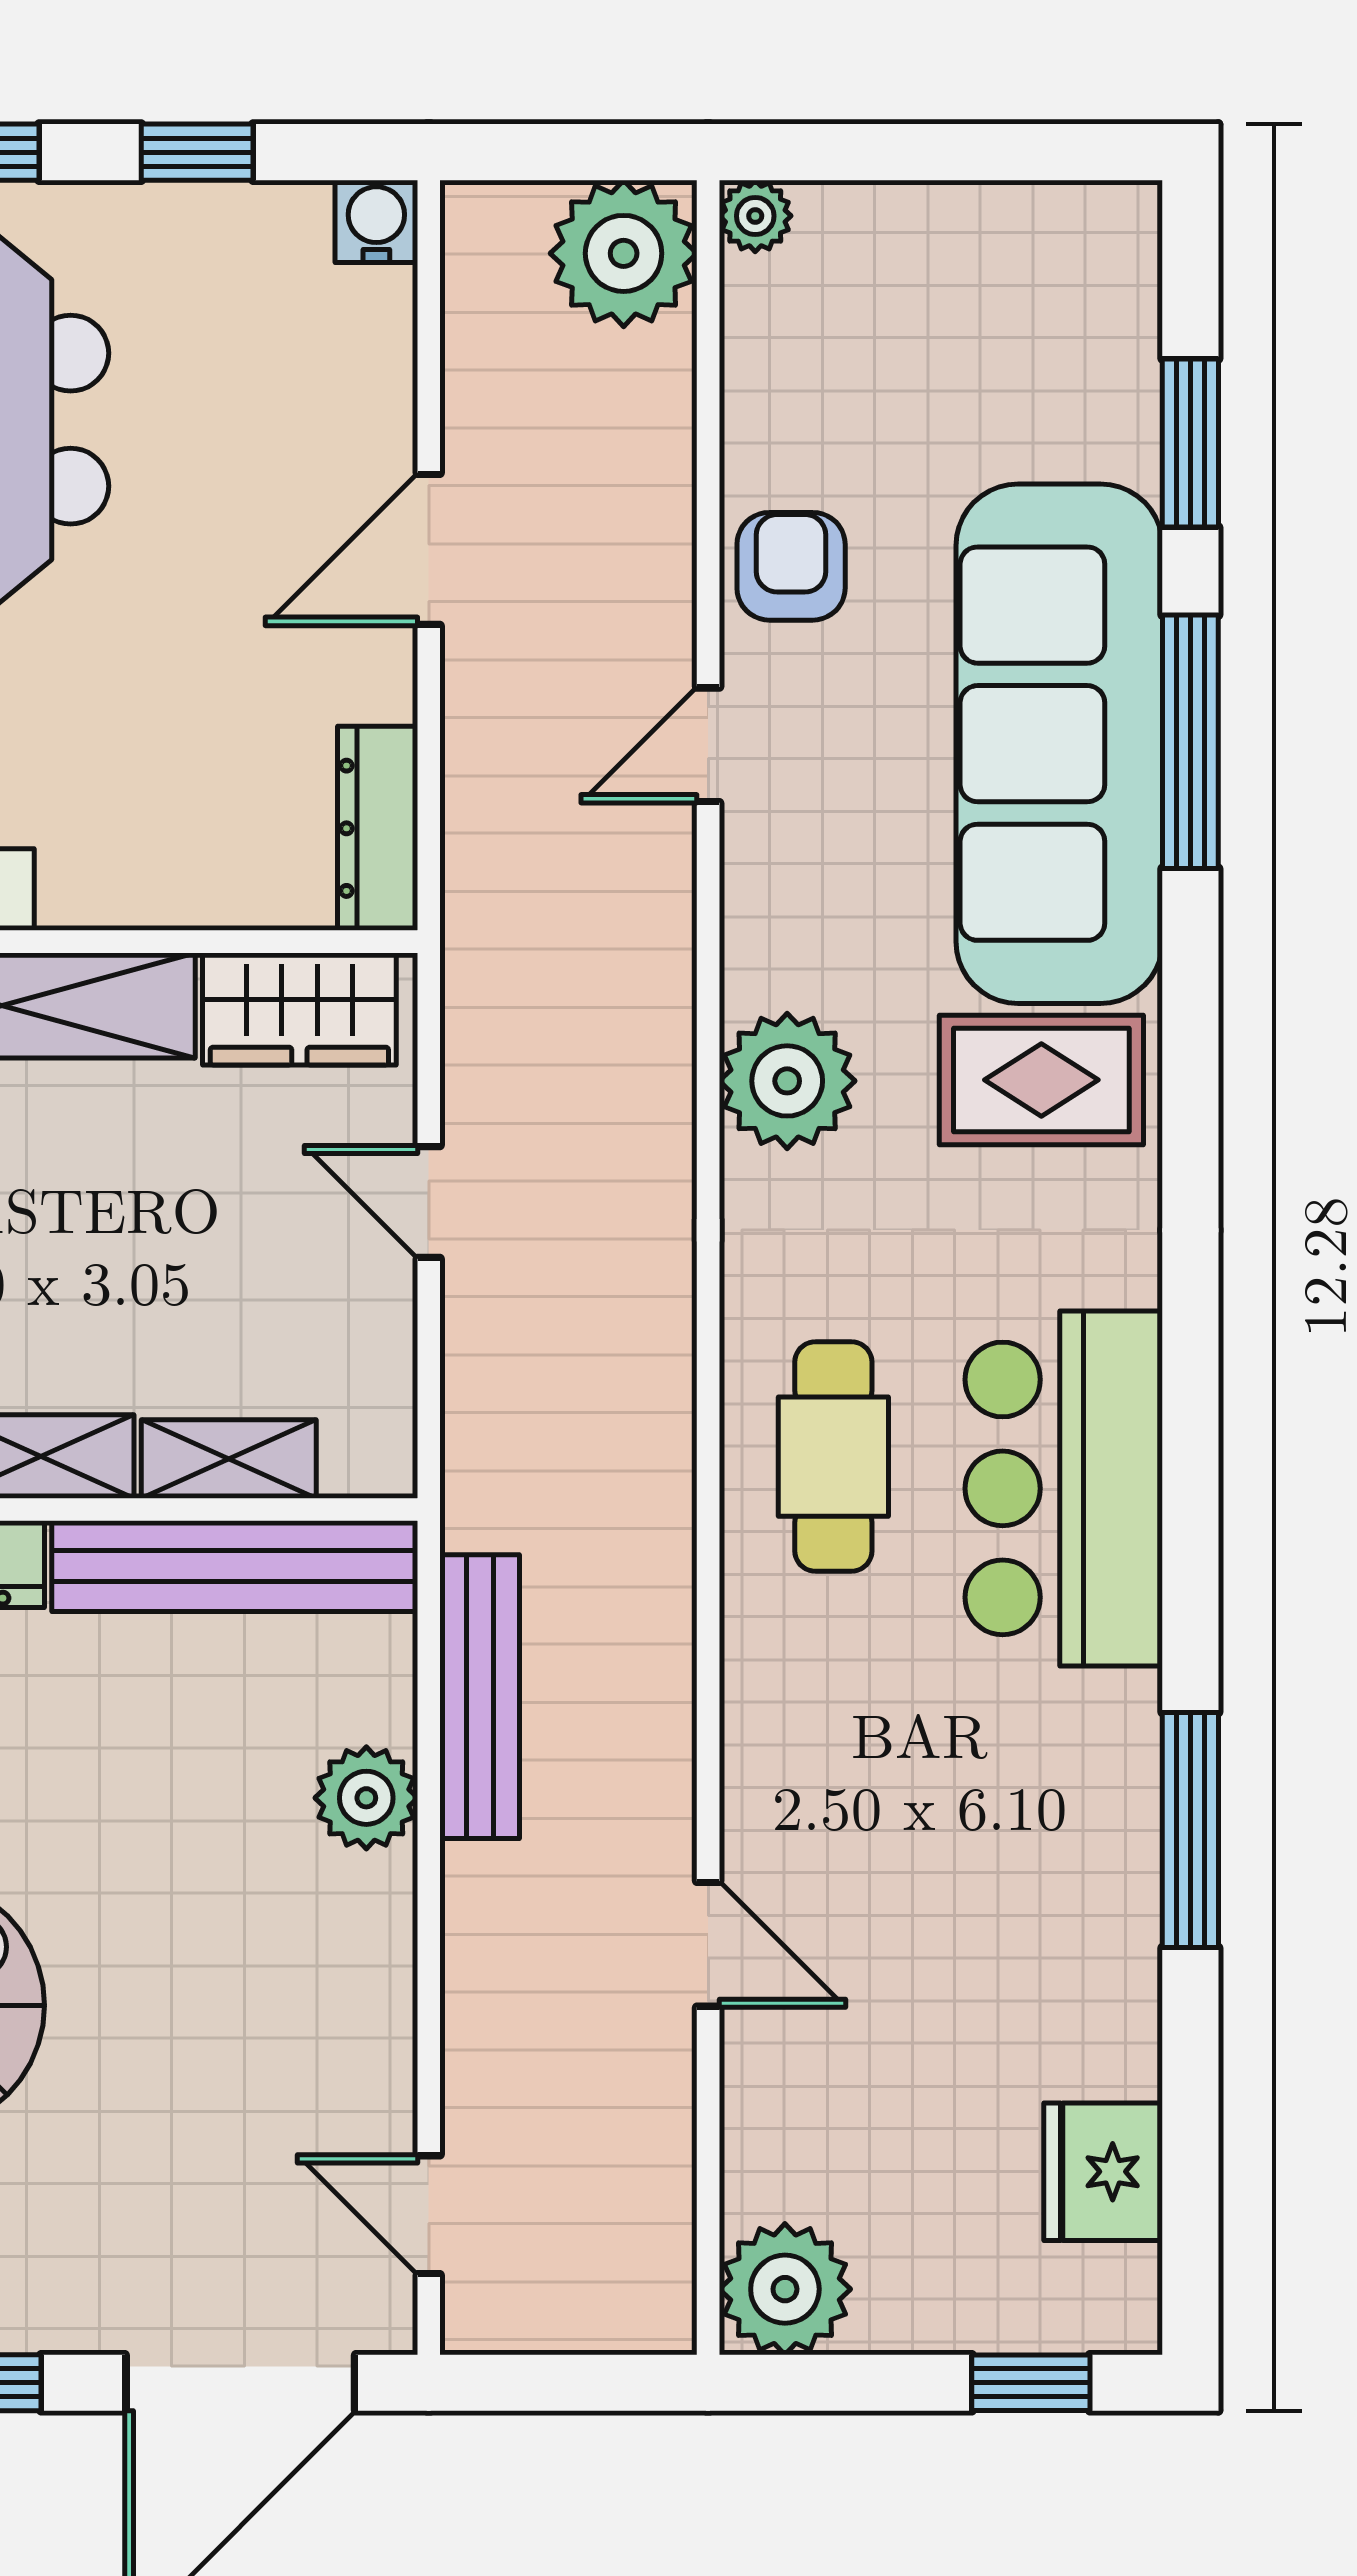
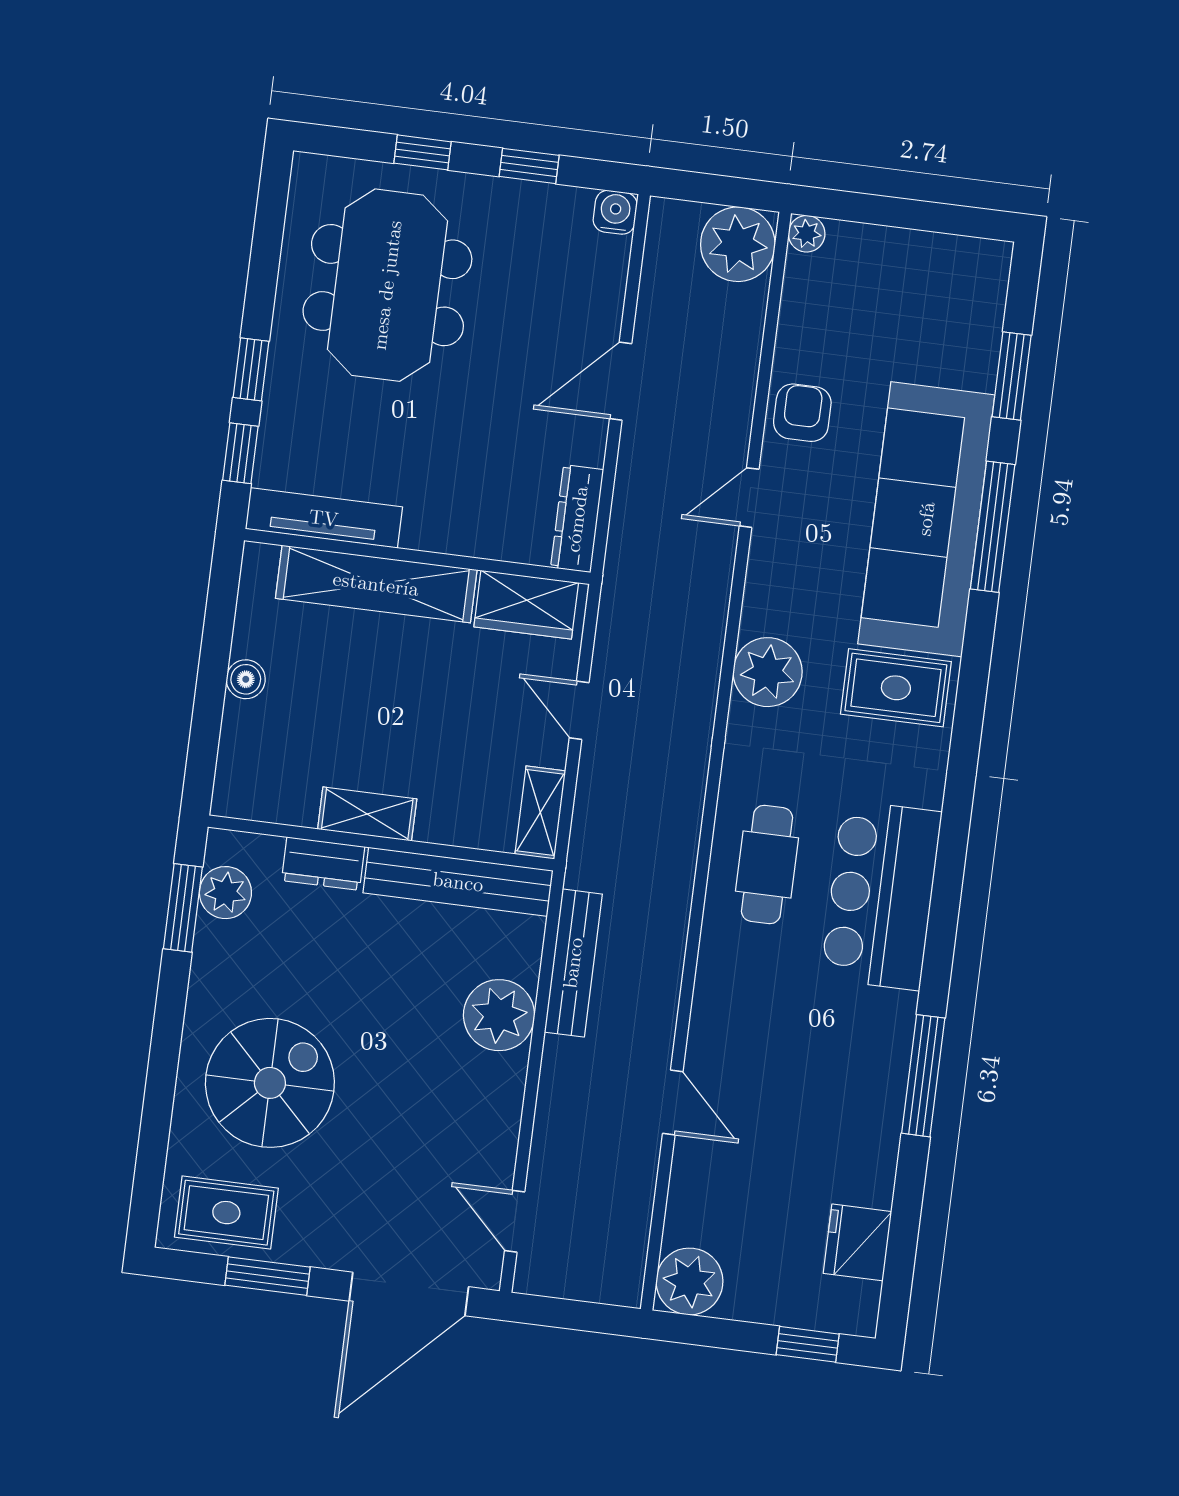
shelving: (229, 1459) -> (540, 812), moved, turned 90
plant: (366, 1798) -> (499, 1015), width x1.36, depth x1.36

